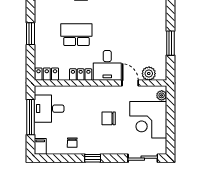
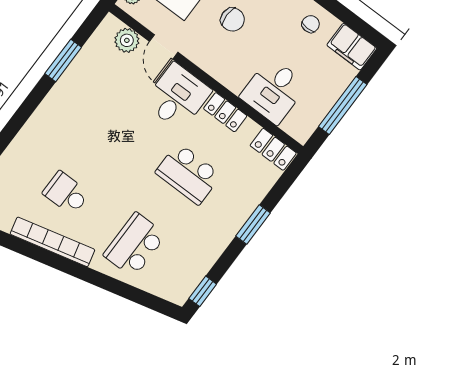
desk: (49, 109) -> (274, 91), moved, turned 90
filing cabinet: (40, 146) -> (352, 47), width x2.00

